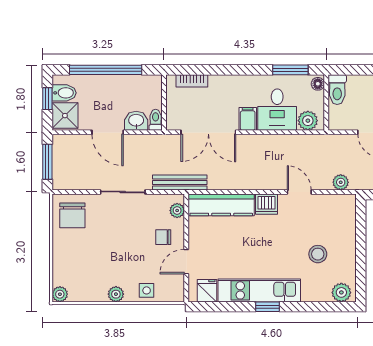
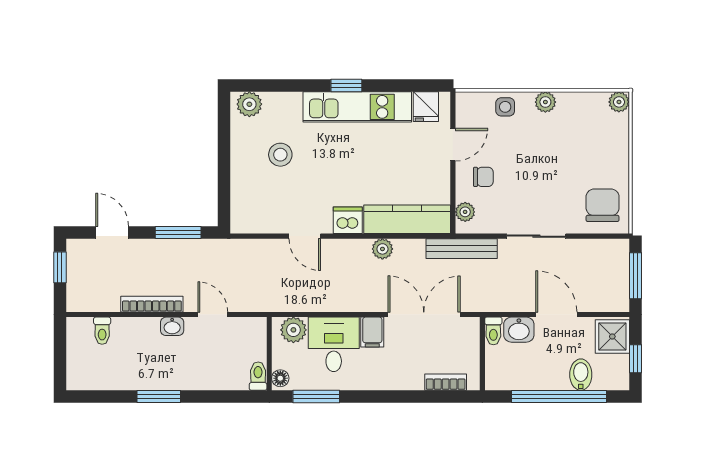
toilet: (337, 90) -> (258, 376), width x0.73, depth x0.72
bidet: (64, 93) -> (581, 375), moved, turned 90
plant: (341, 182) -> (382, 249), moved

